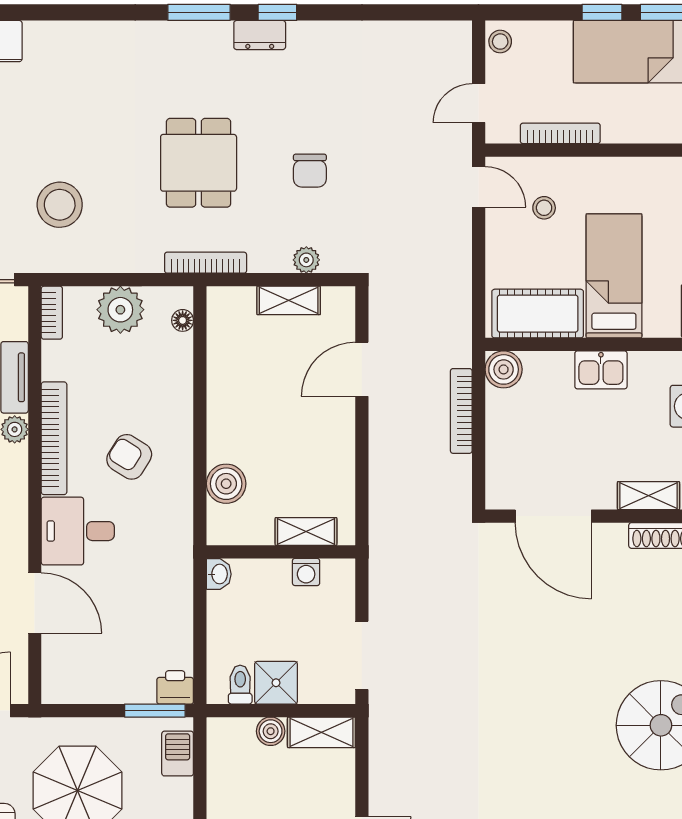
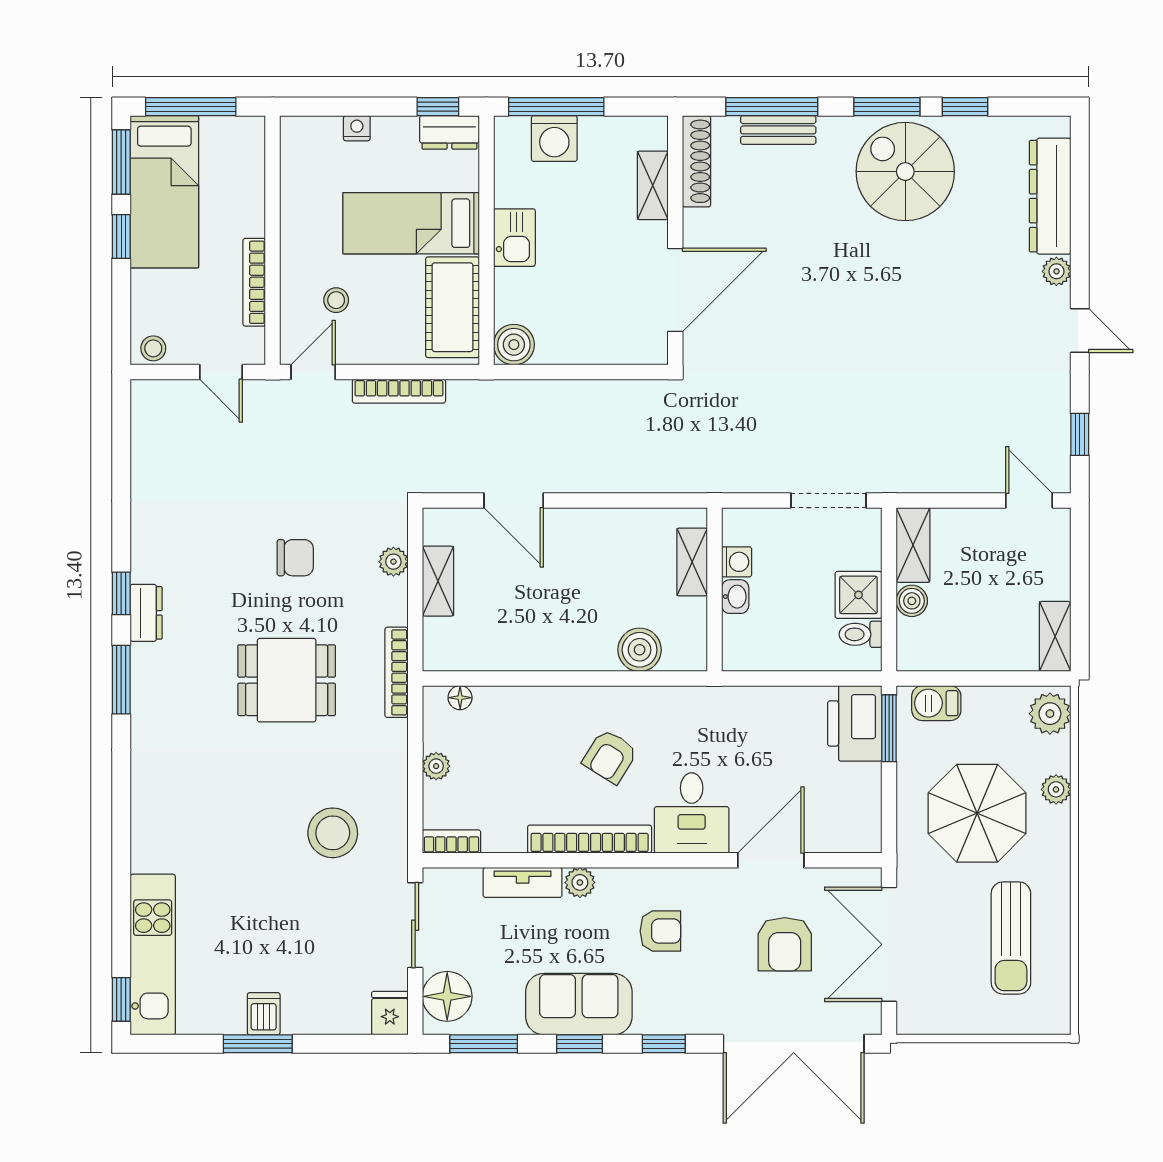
plant: (120, 310) -> (436, 766), width x0.53, depth x0.53
bookcase: (461, 411) -> (399, 391), moved
washbasin: (219, 574) -> (735, 597), moved, turned 90
printer: (175, 687) -> (855, 723), width x1.87, depth x1.48

